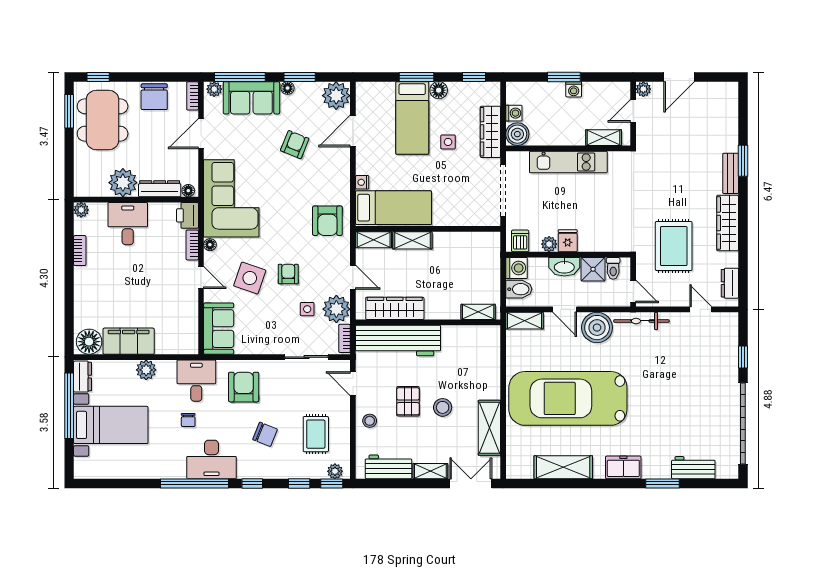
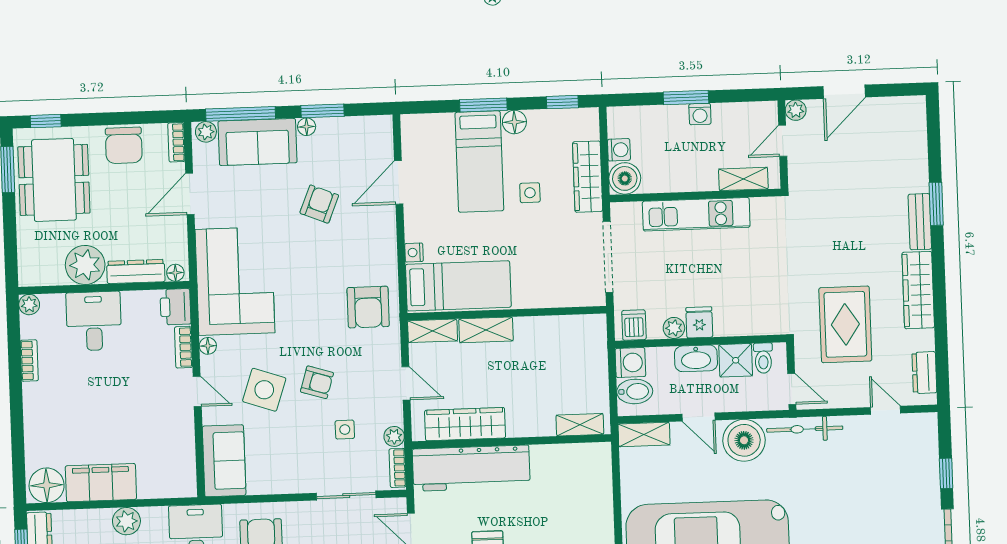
plant: (336, 96) -> (374, 135), removed
armchair: (288, 274) -> (317, 382), turned 107
plant: (336, 309) -> (394, 436), width x0.53, depth x0.53

